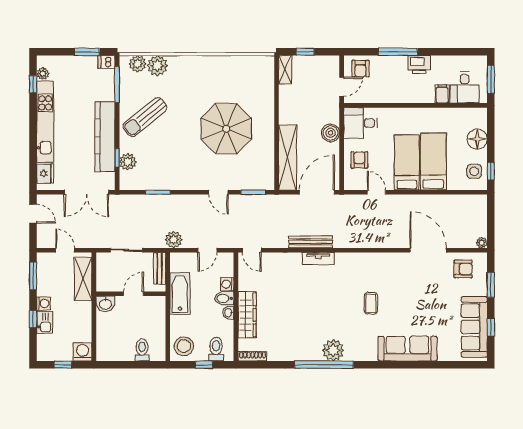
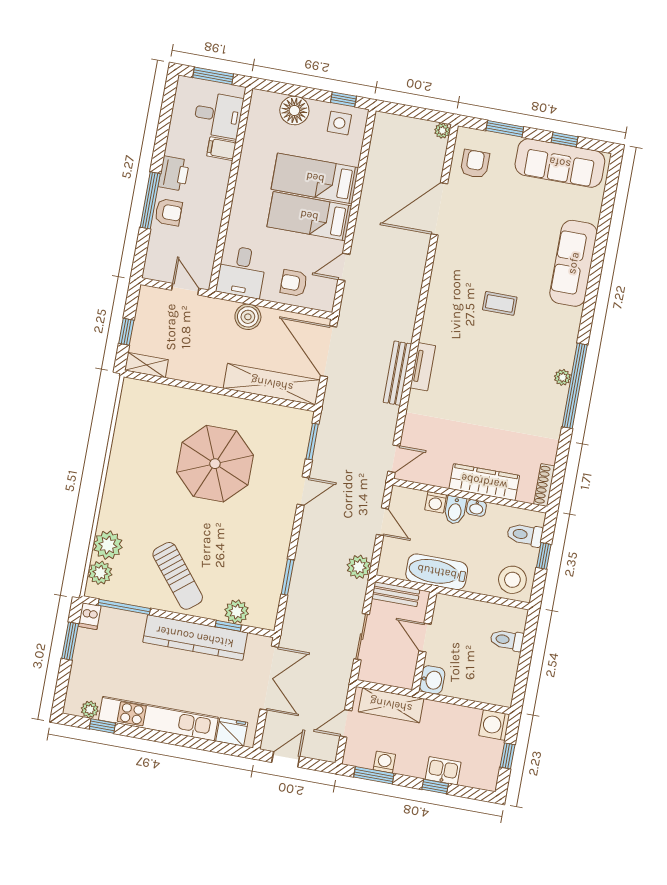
armchair: (360, 68) -> (168, 212), moved
washing machine: (43, 303) -> (384, 762), moved
plant: (333, 350) -> (563, 377), width x0.53, depth x0.53

